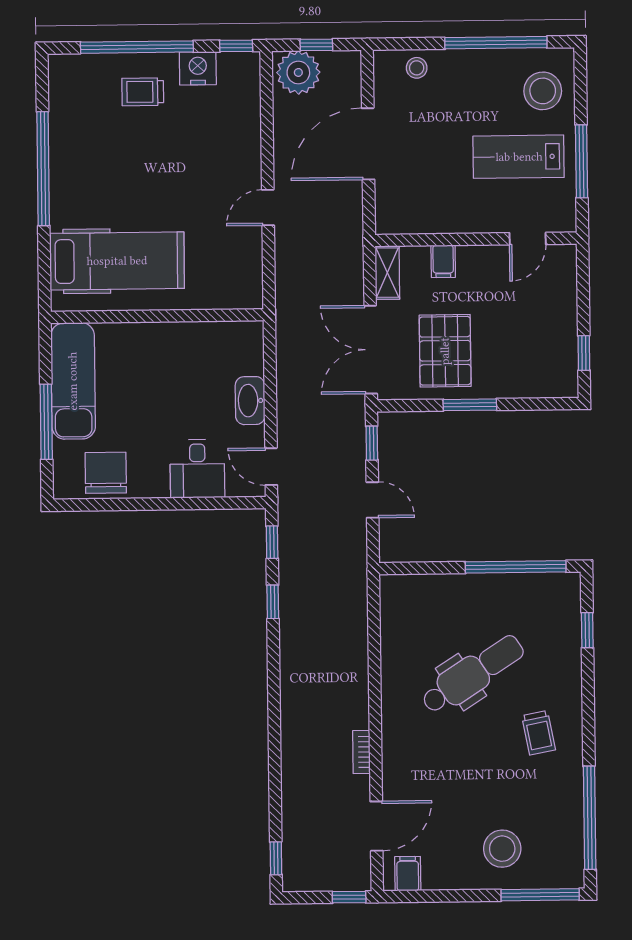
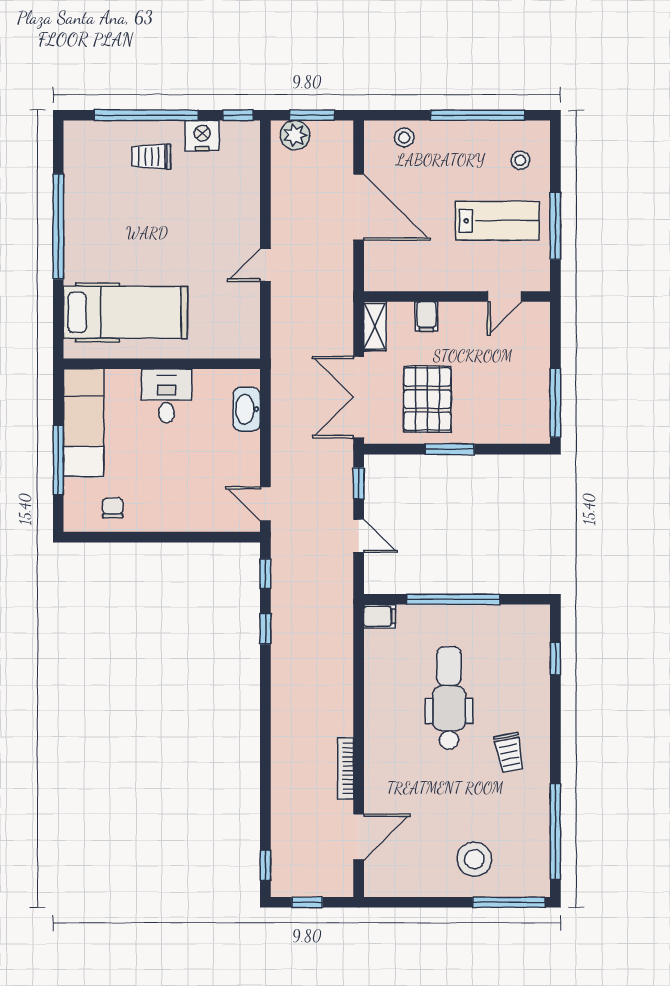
window: (316, 45) -> (312, 115), width x1.50
plant: (298, 72) -> (295, 135), width x0.73, depth x0.73
stool: (543, 91) -> (520, 160), width x0.53, depth x0.53
door: (368, 144) -> (359, 207), swing flipped
lab bench: (519, 157) -> (497, 221), turned 180
window: (584, 353) -> (555, 403), width x2.17
washbasin: (250, 401) -> (247, 409), moved
desk: (197, 469) -> (167, 396), moved, turned 180
chair: (106, 473) -> (113, 508), width x0.54, depth x0.54
window: (516, 567) -> (453, 599), moved
dental chair: (473, 674) -> (449, 698), turned -57
bookcase: (361, 752) -> (346, 768), width x1.56
filing cabinet: (408, 874) -> (380, 616), moved, turned 90
window: (349, 897) -> (307, 902), moved

